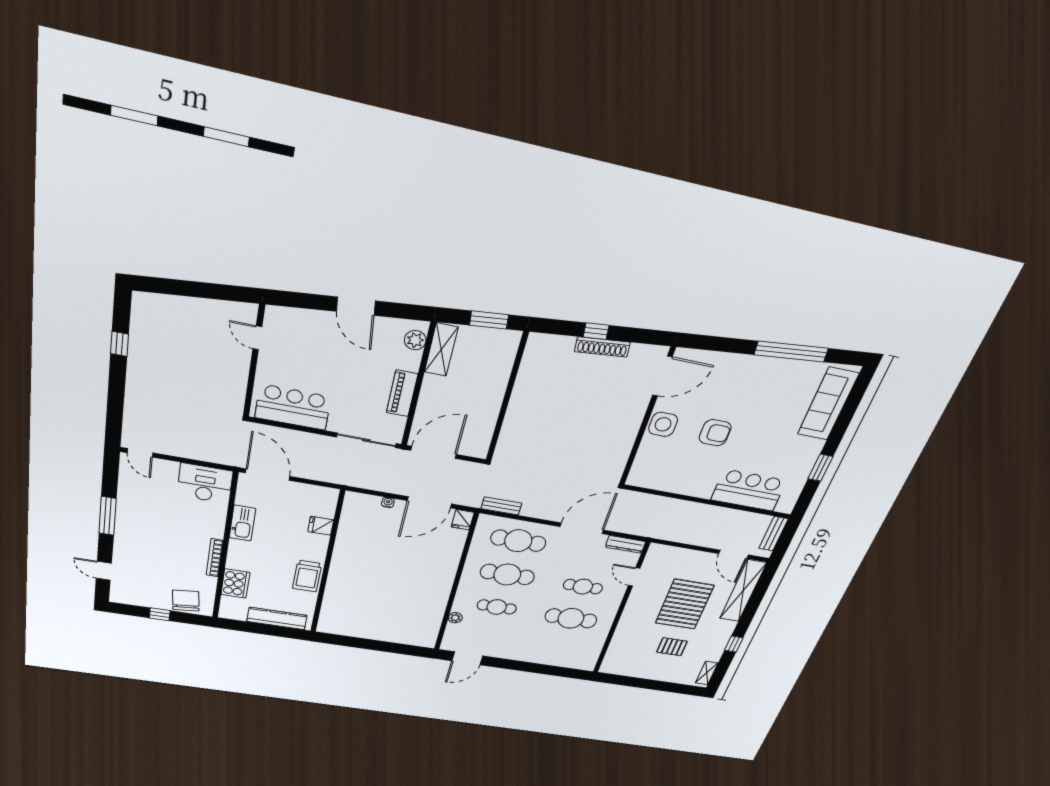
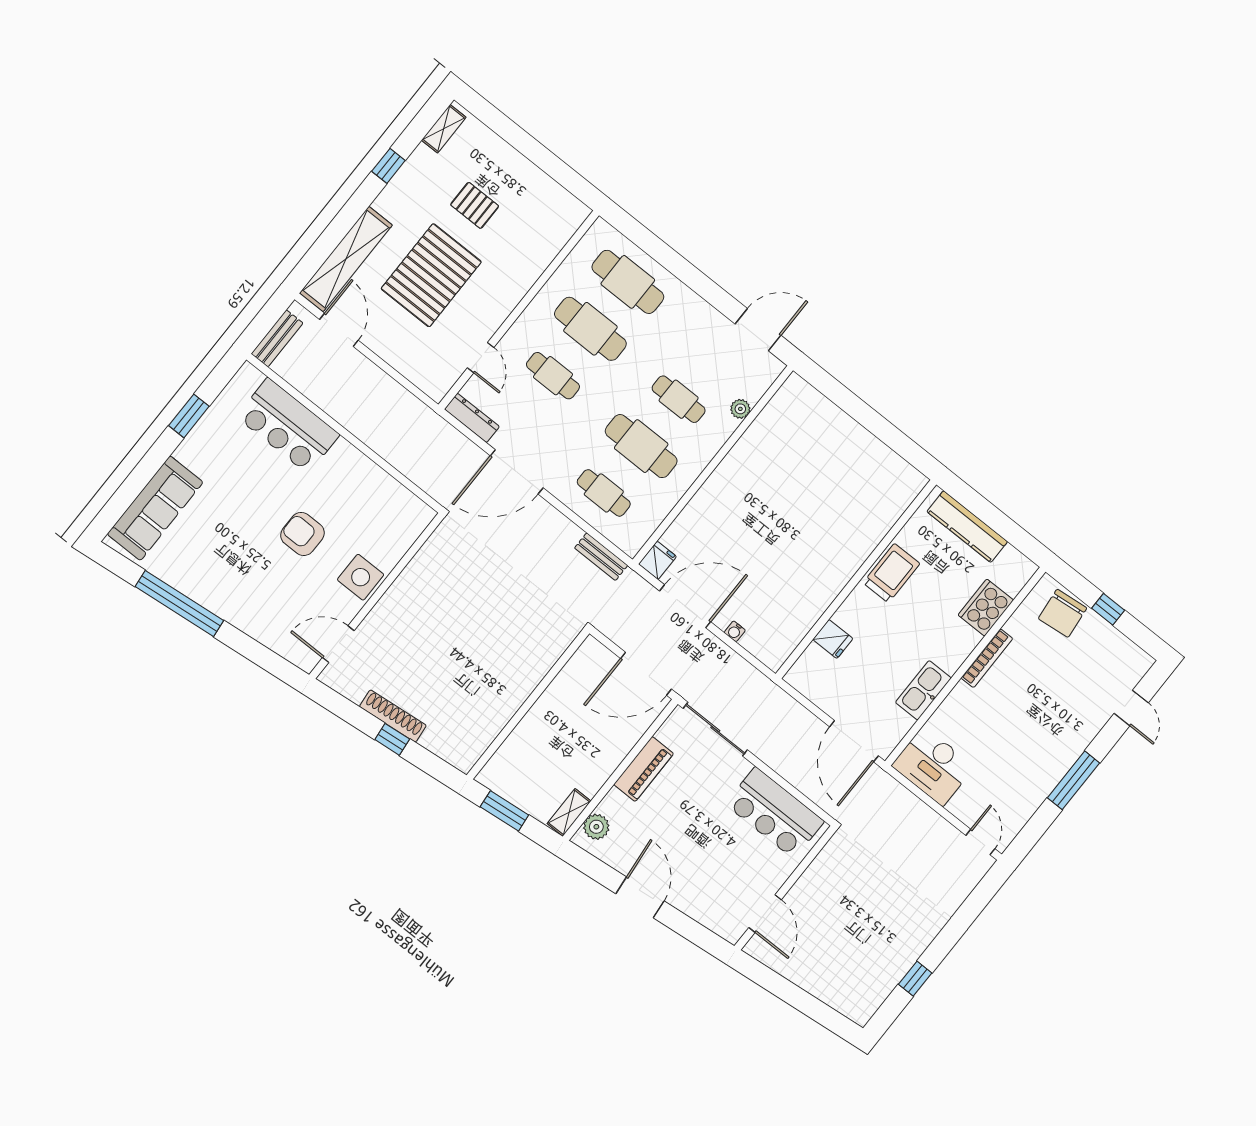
door: (257, 338) -> (765, 914), width x1.38
shelving: (441, 350) -> (569, 812), width x0.67, depth x0.75
door: (662, 376) -> (338, 644), width x0.73
cafe table: (518, 541) -> (604, 493), width x0.73, depth x0.74
cafe table: (559, 649) -> (628, 282), added

